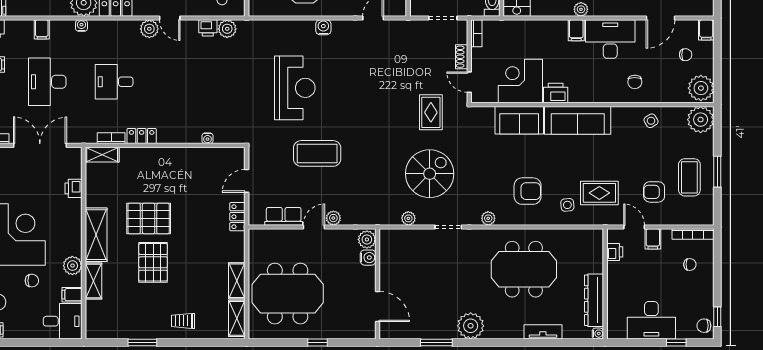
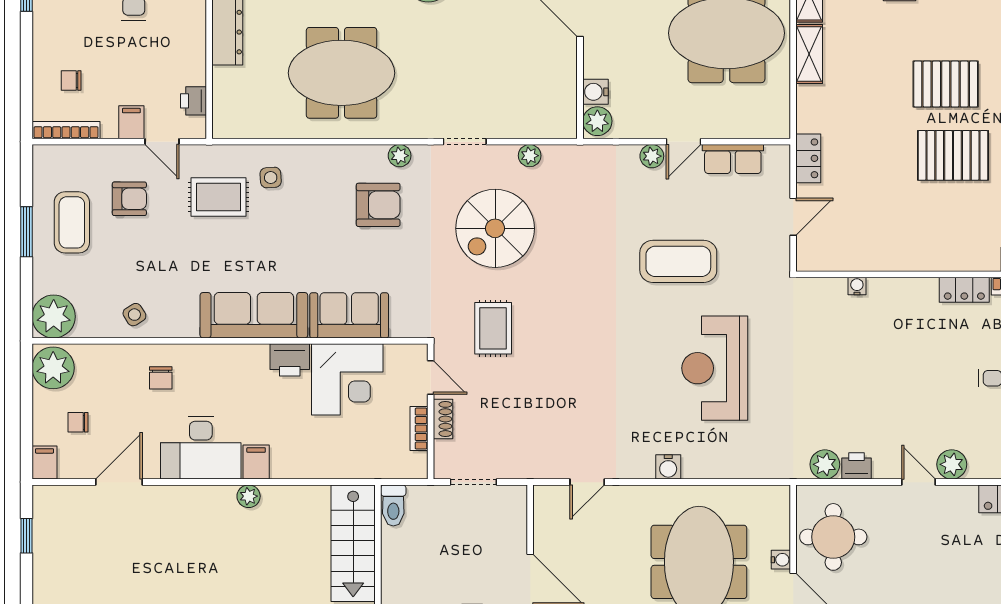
bookcase: (476, 33) -> (419, 429), moved
chair: (635, 82) -> (161, 378), turned 180
armchair: (528, 191) -> (378, 205), moved, turned 180
pallet: (153, 262) -> (946, 84), turned 90

